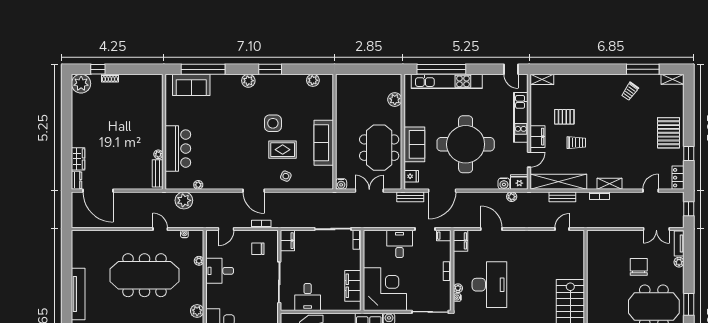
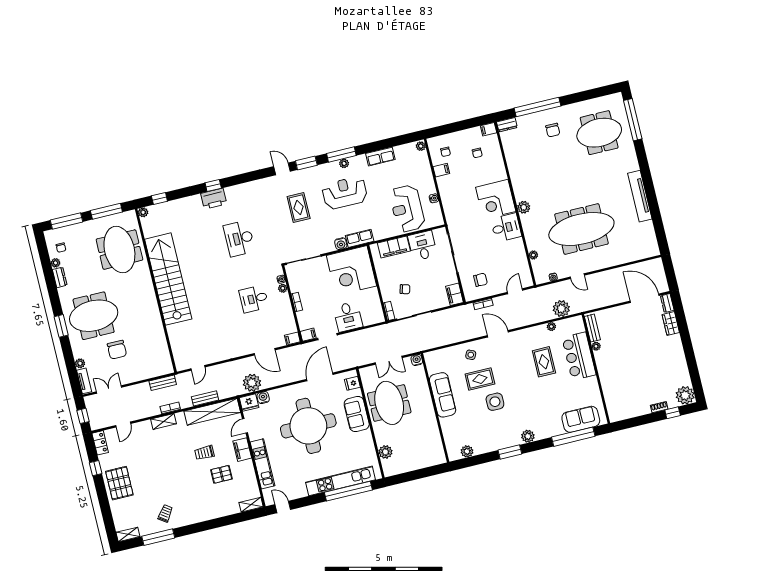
rug: (214, 151) -> (544, 362), added
bench: (410, 197) -> (163, 383), moved
plant: (512, 197) -> (252, 383), width x1.88, depth x1.88
filing cabinet: (460, 241) -> (292, 339), width x0.50
chair: (336, 258) -> (405, 289), added
desk: (220, 271) -> (506, 228), moved
desk: (489, 285) -> (254, 299), width x0.53, depth x0.77
filing cabinet: (353, 286) -> (394, 247), moved, turned 90

